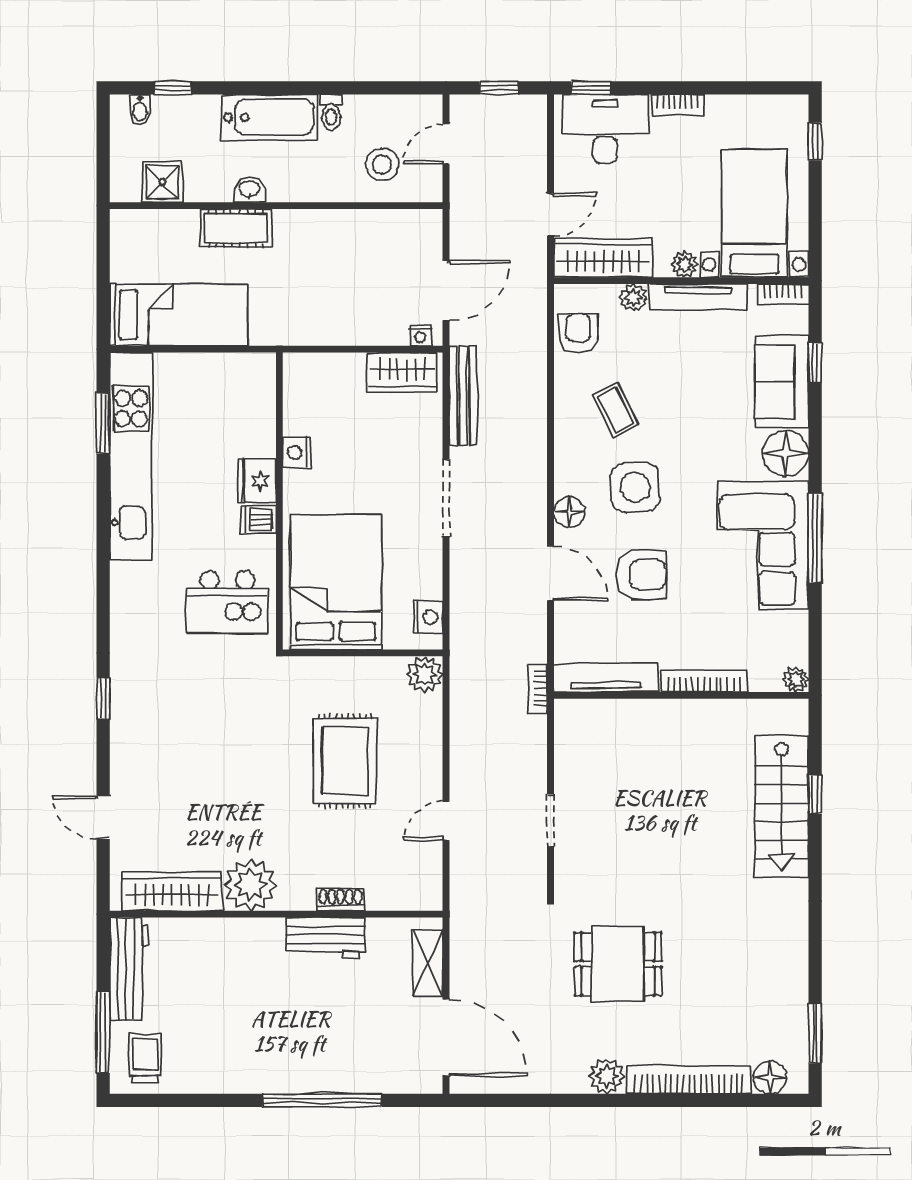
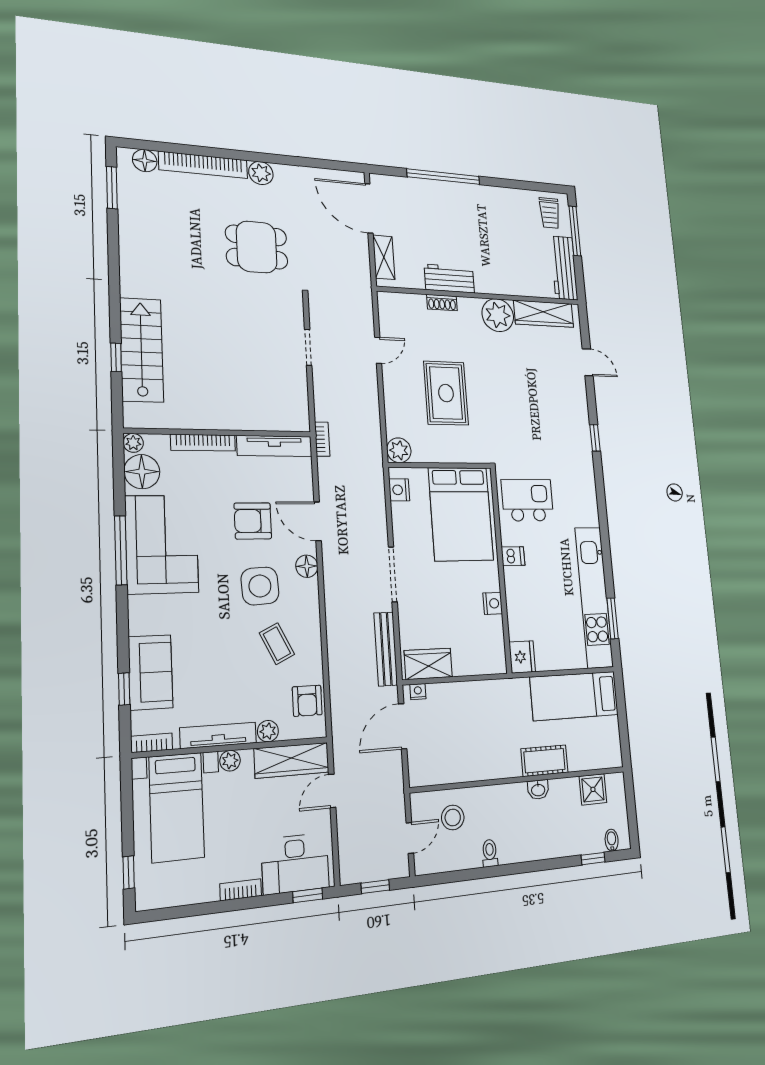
bathtub: (269, 117) -> (530, 845), removed
floor lamp: (786, 453) -> (142, 472), moved
fridge: (257, 481) -> (522, 657), moved

